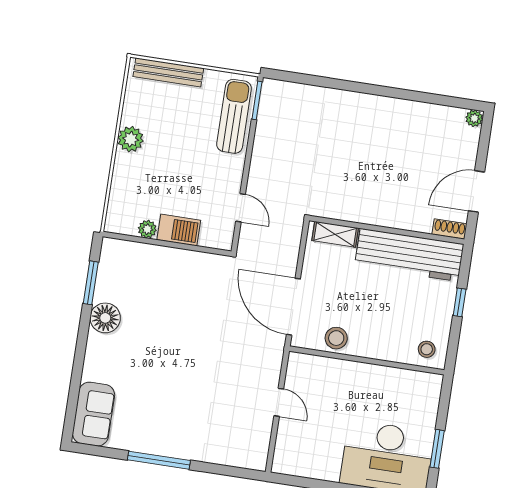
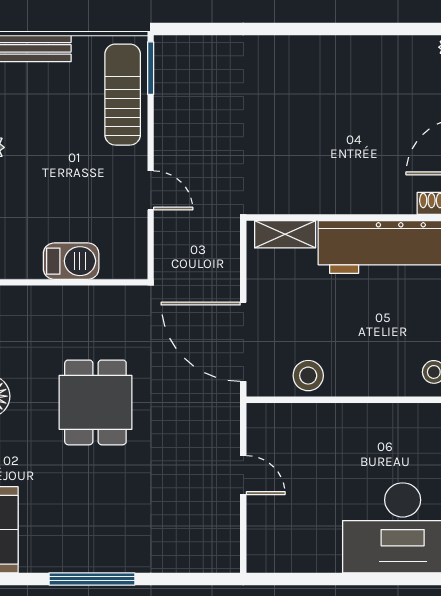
door: (241, 208) -> (151, 190), moved
plant: (147, 229) -> (28, 266), removed
dining table: (181, 334) -> (95, 402), added

